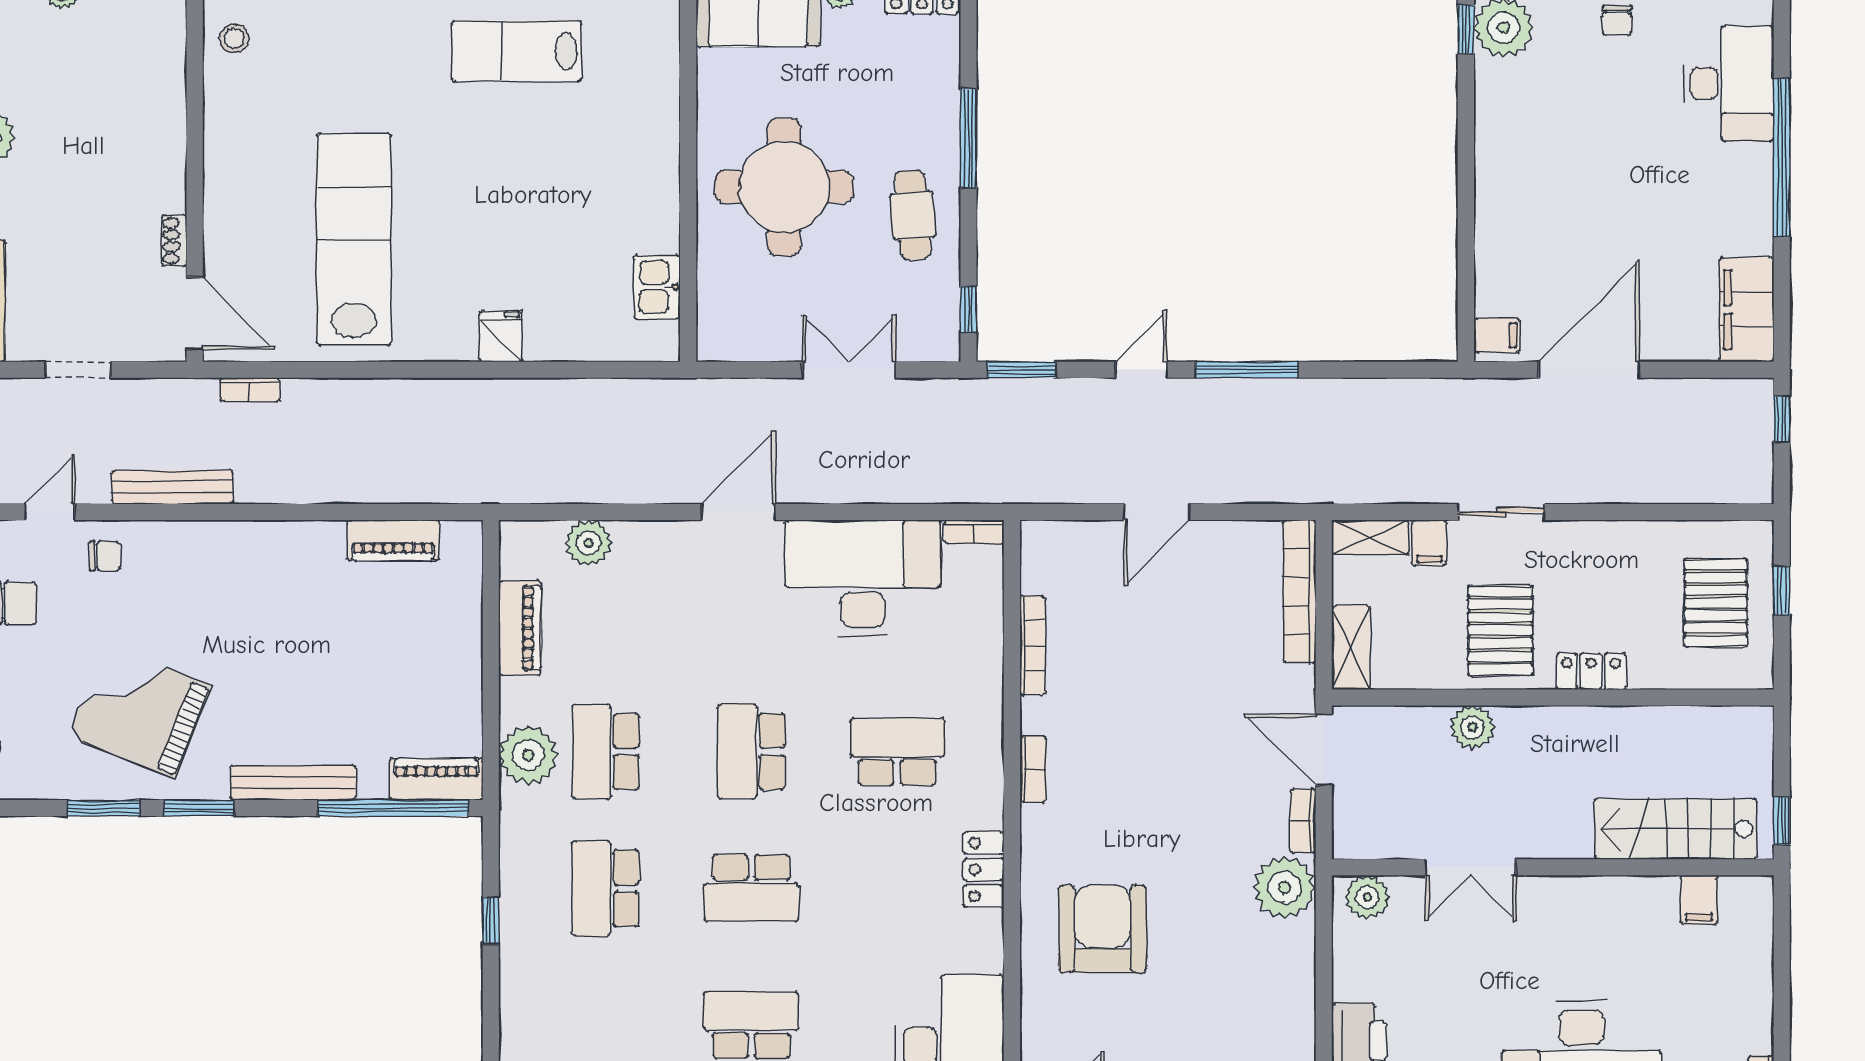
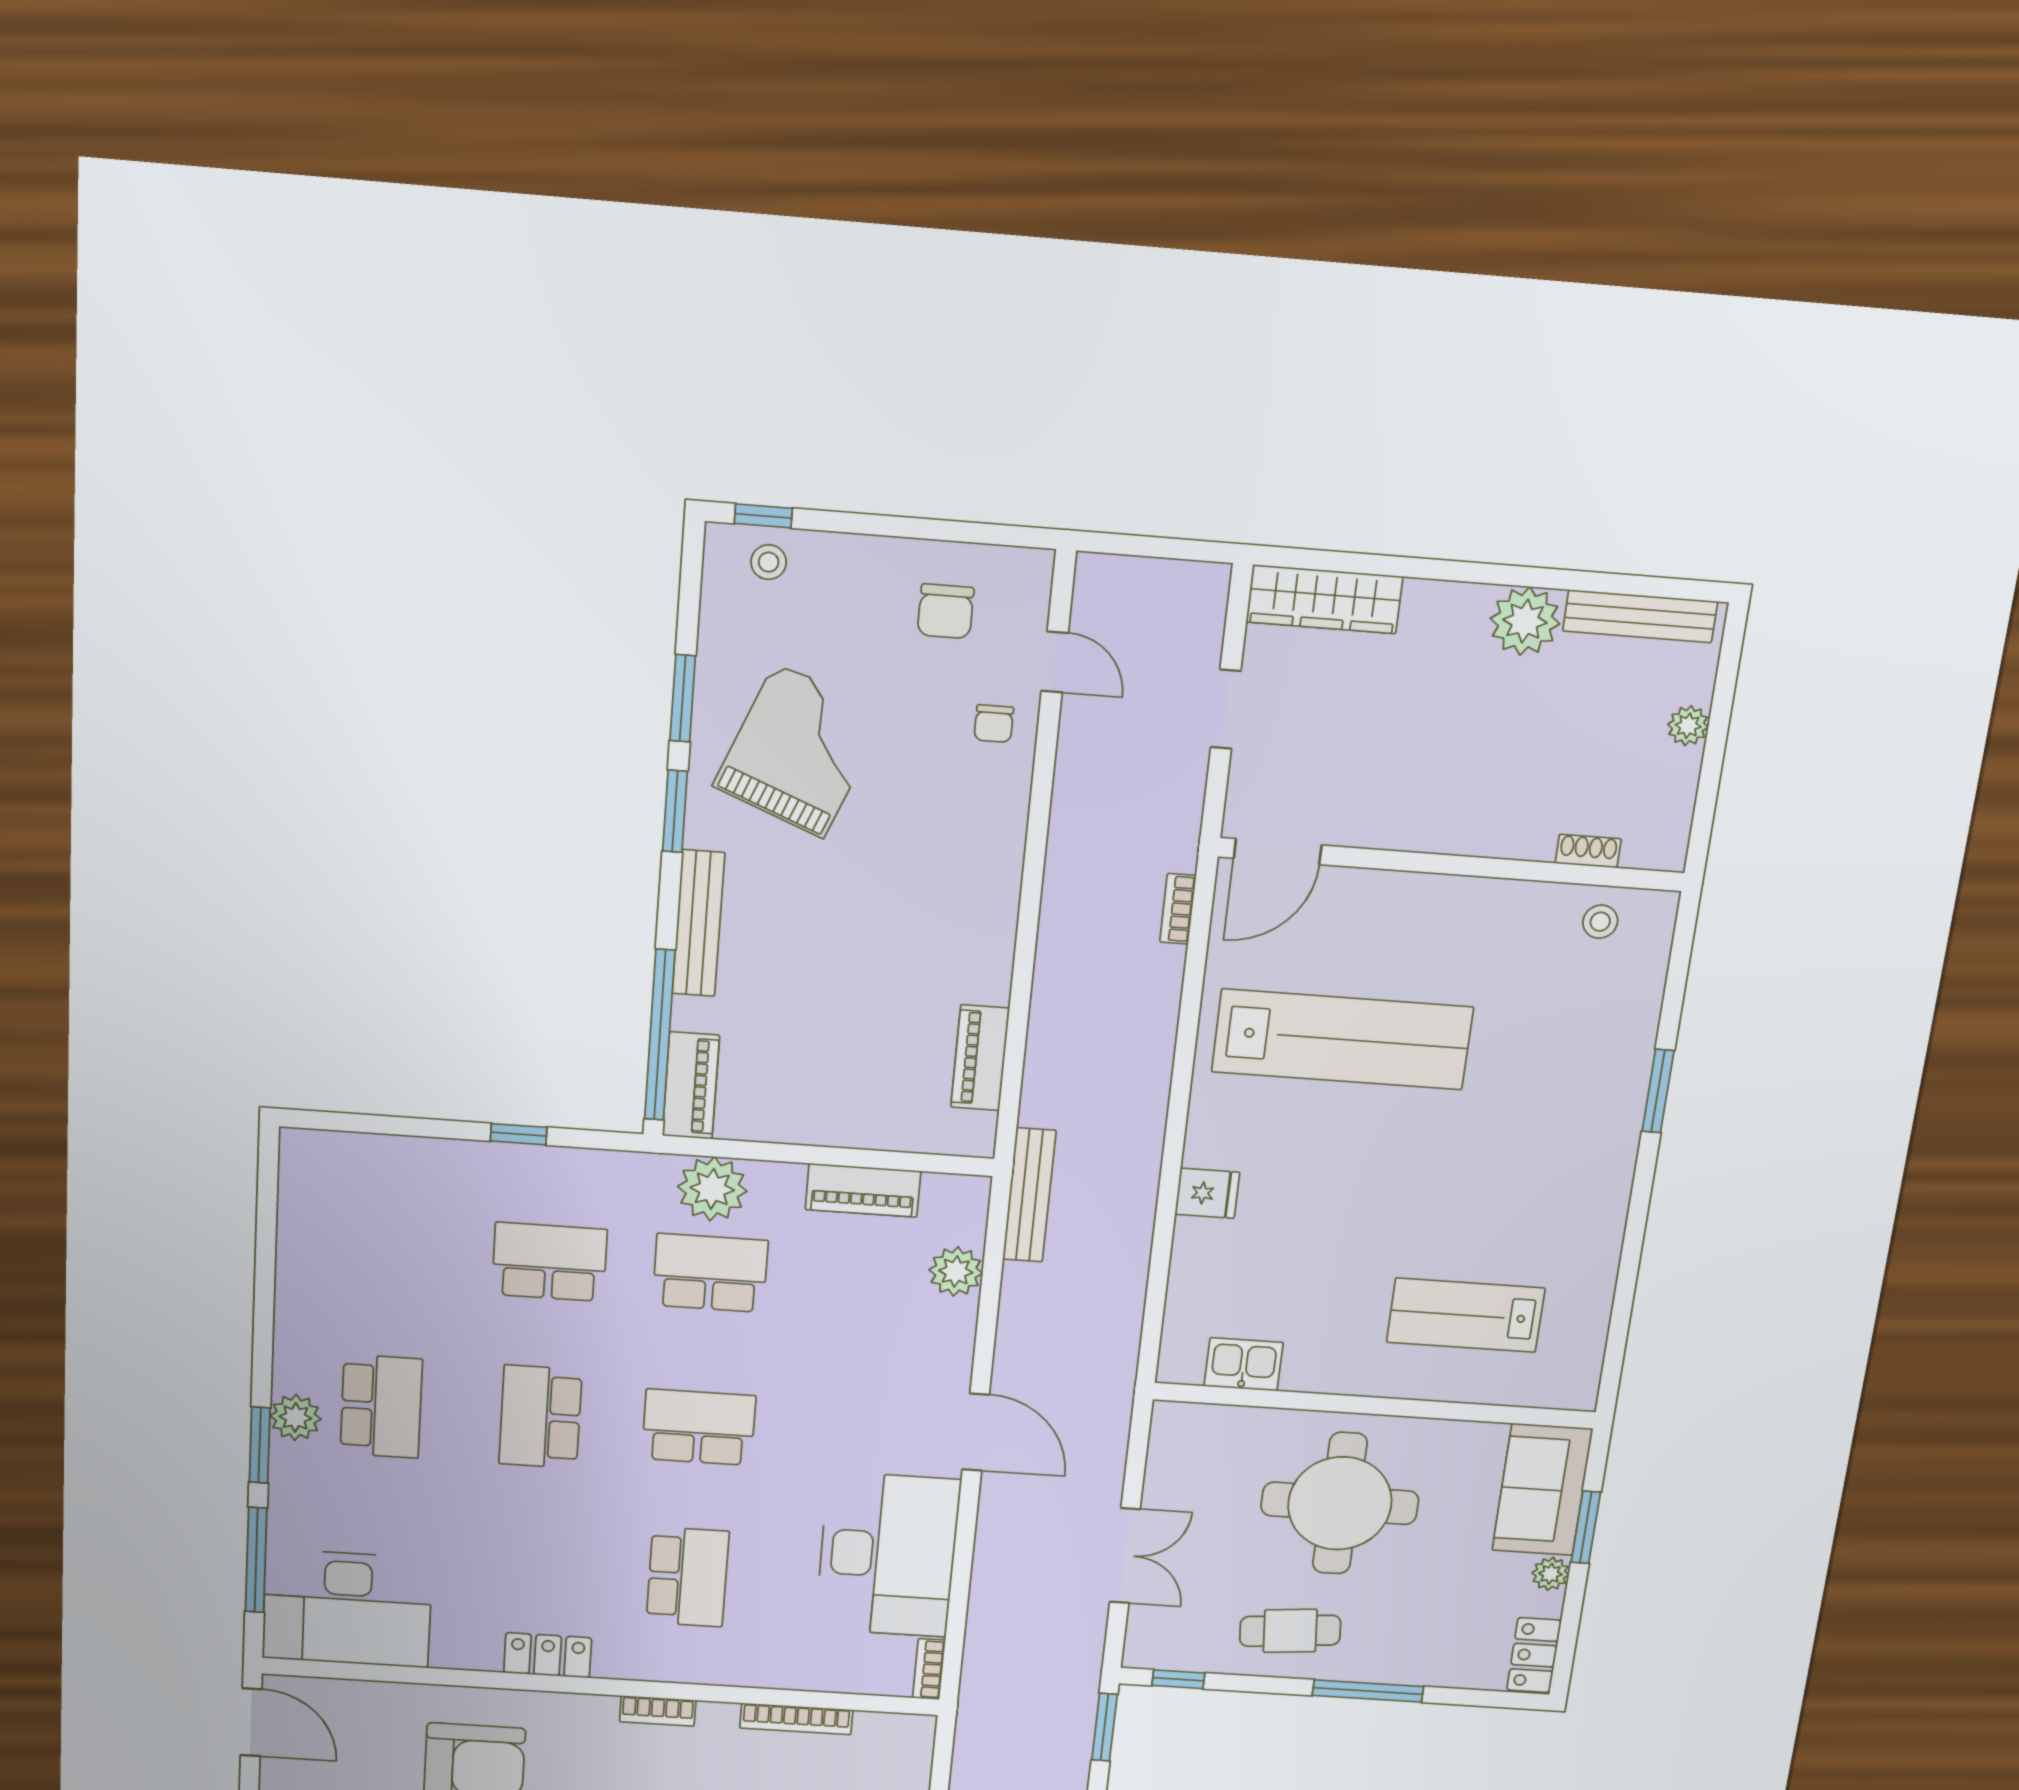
lab bench: (517, 51) -> (1466, 1315), moved, turned -90
shoe rack: (174, 241) -> (1588, 851), moved
bench: (172, 487) -> (1029, 1195), moved

